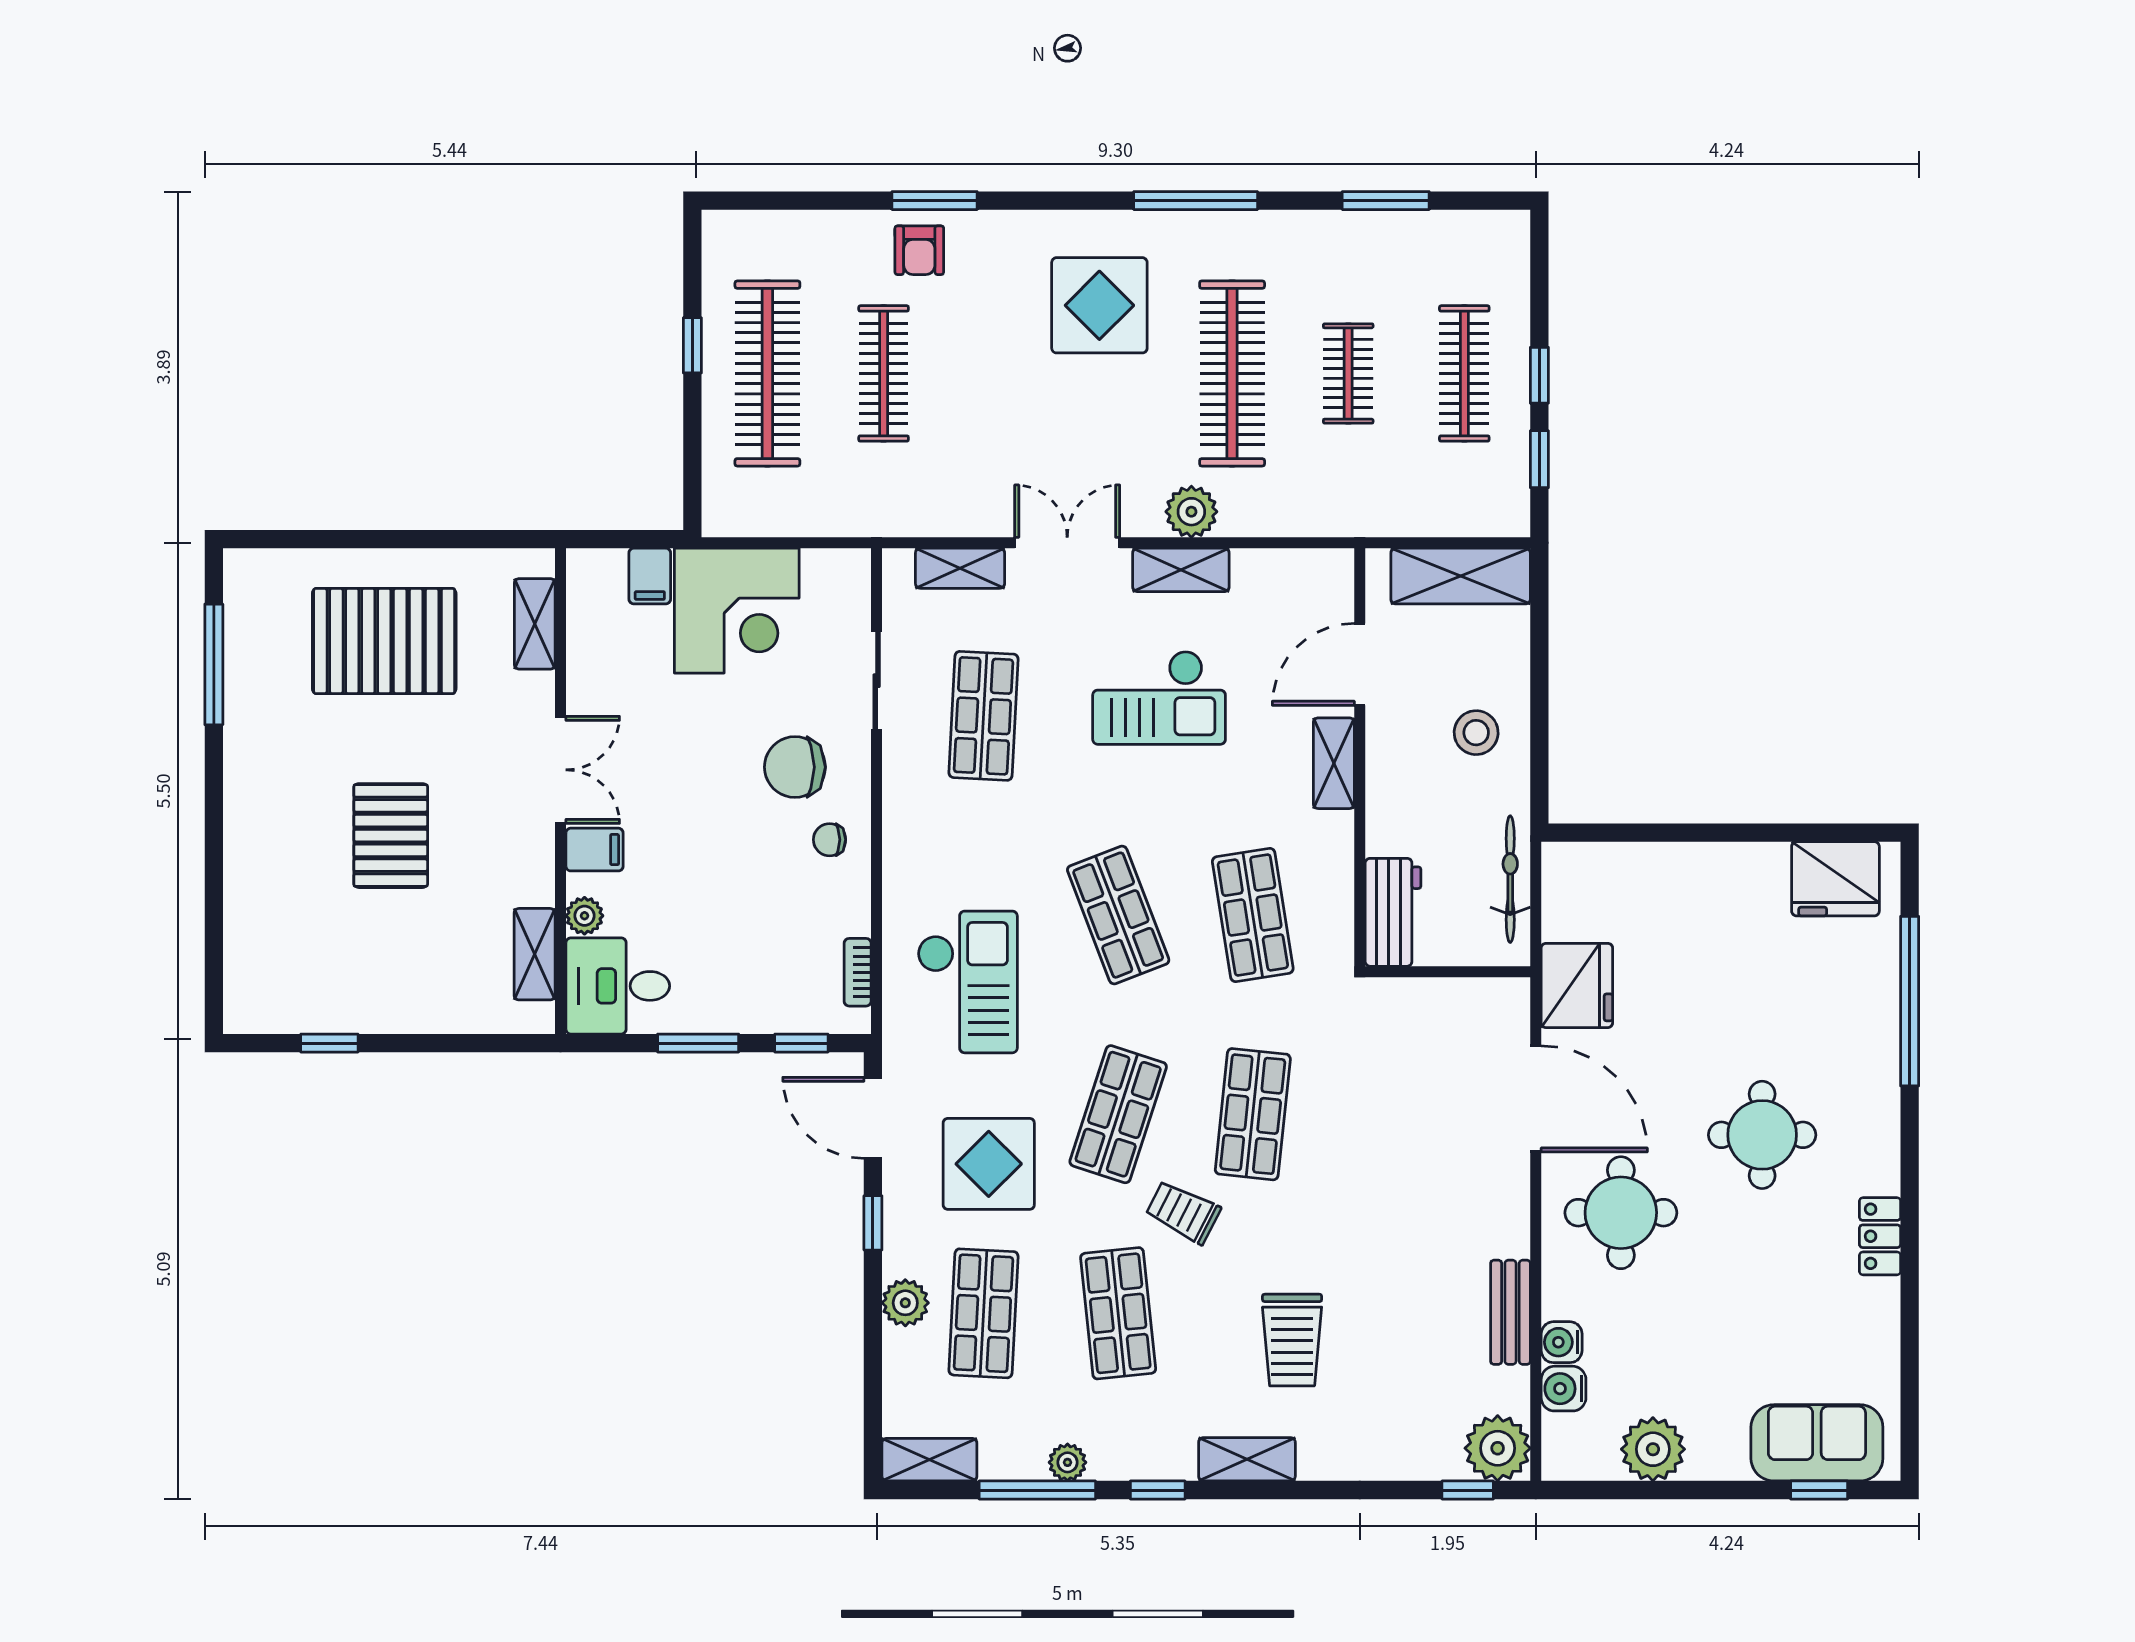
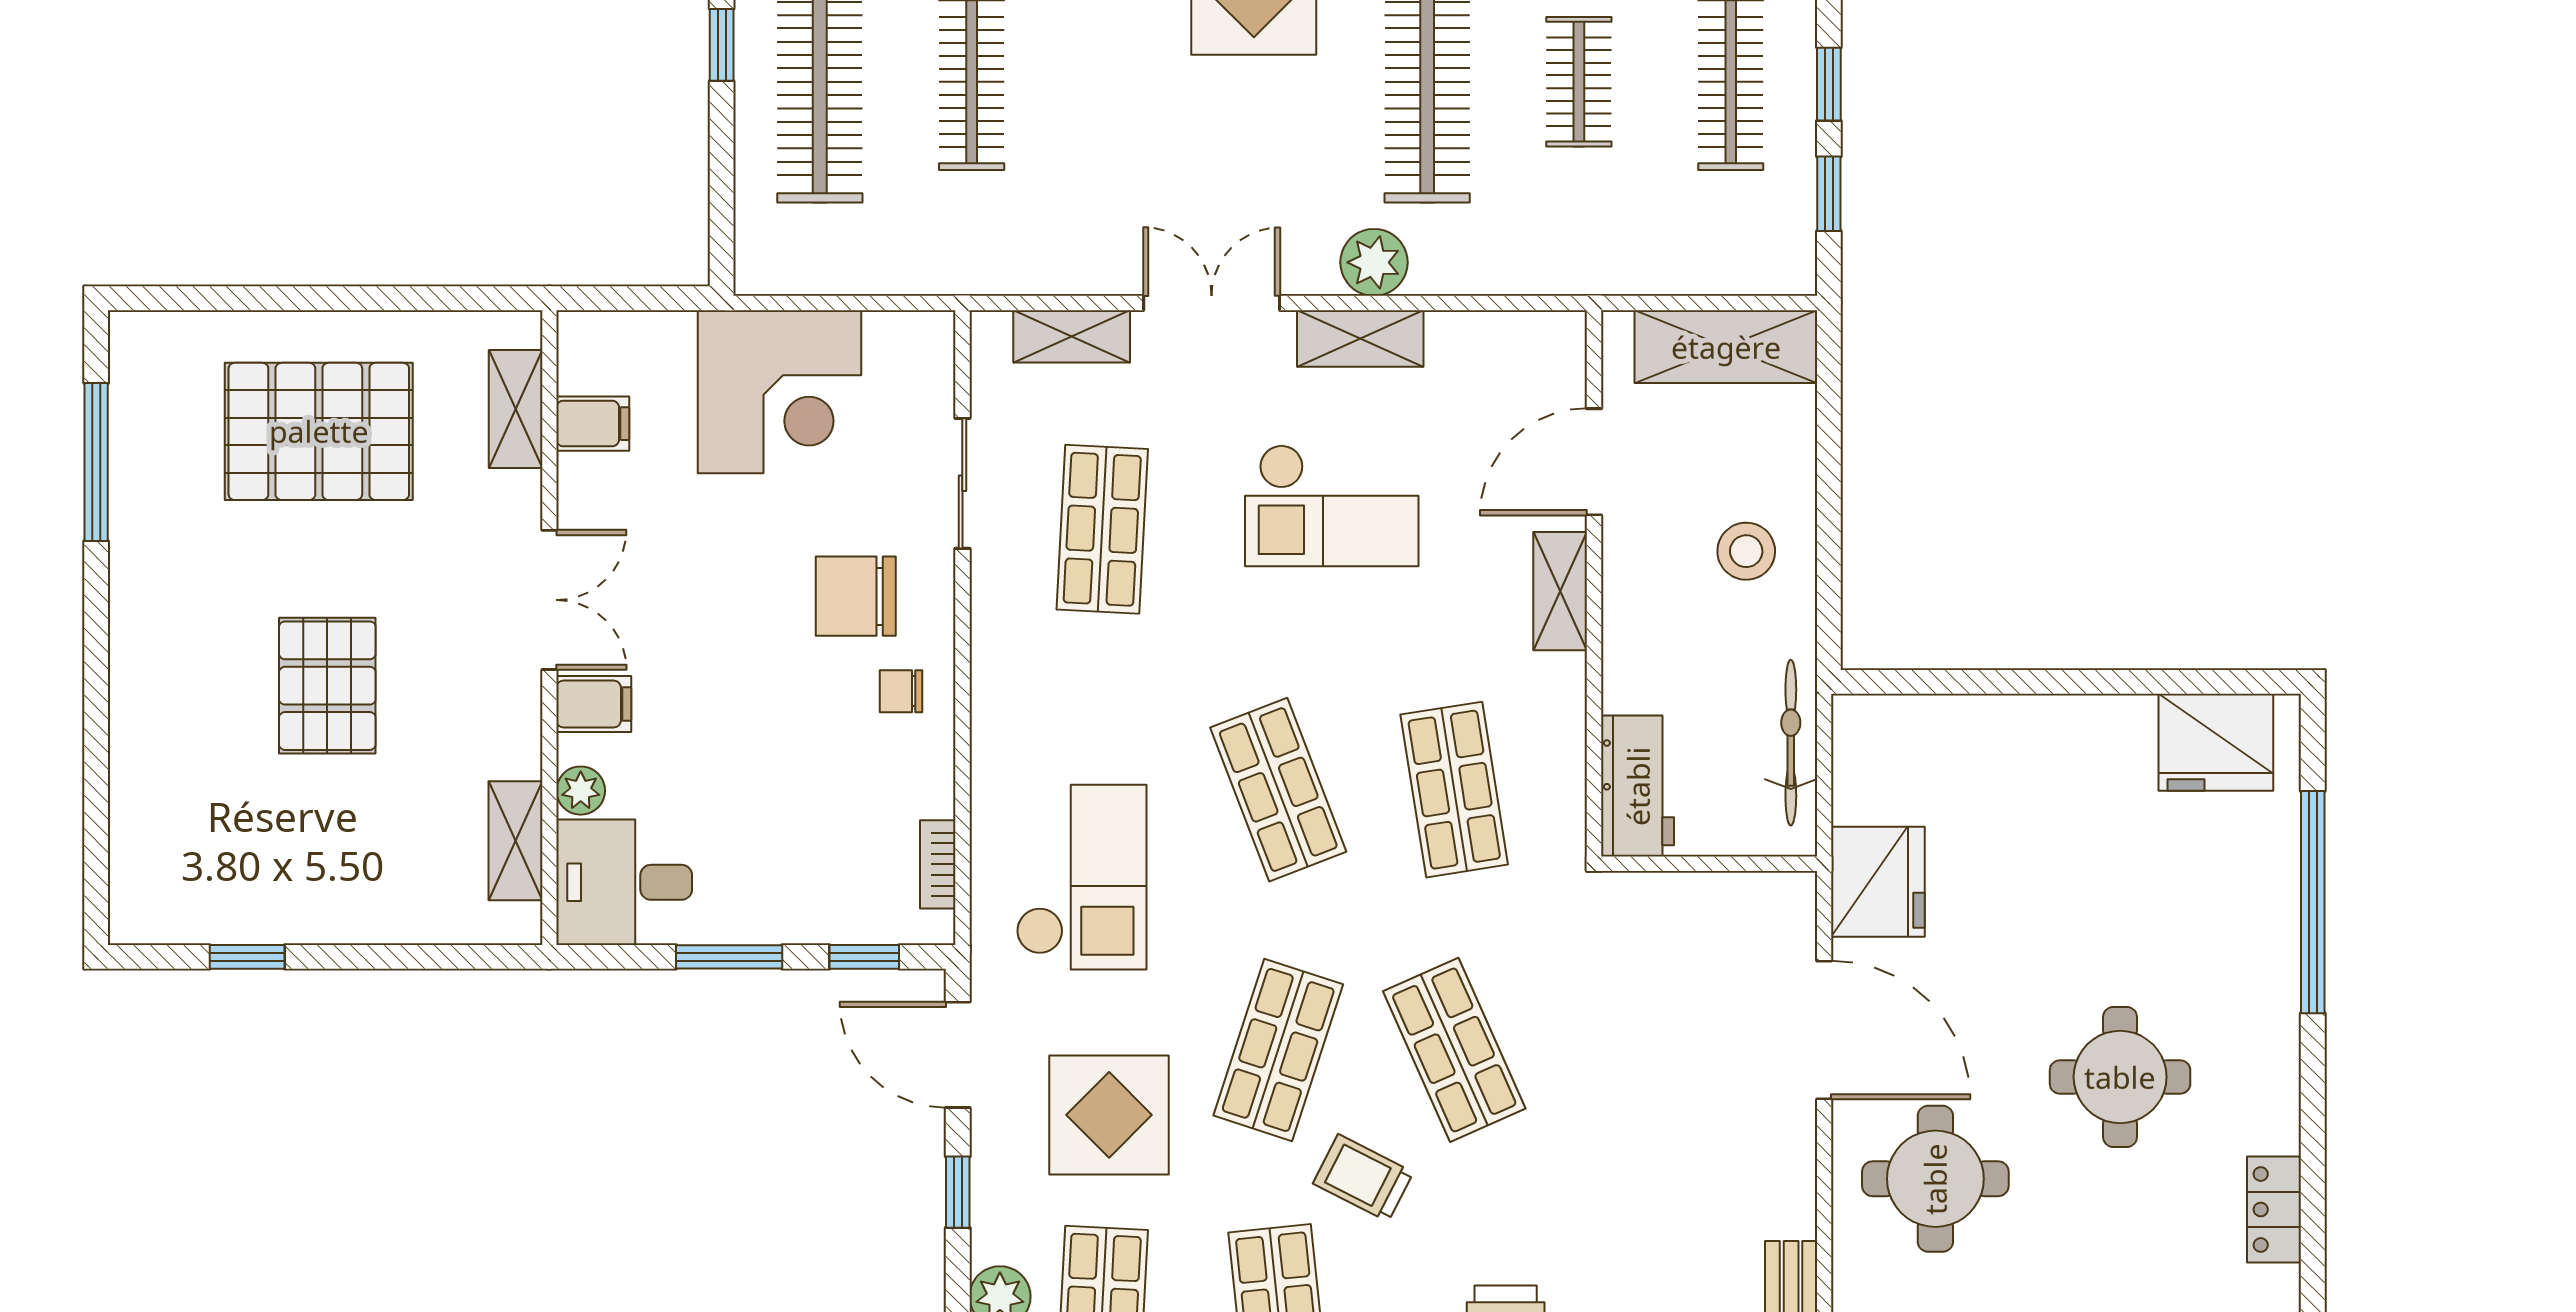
filing cabinet: (650, 576) -> (593, 424), moved, turned -90
shop shelf: (1253, 1114) -> (1454, 1050), turned -30

